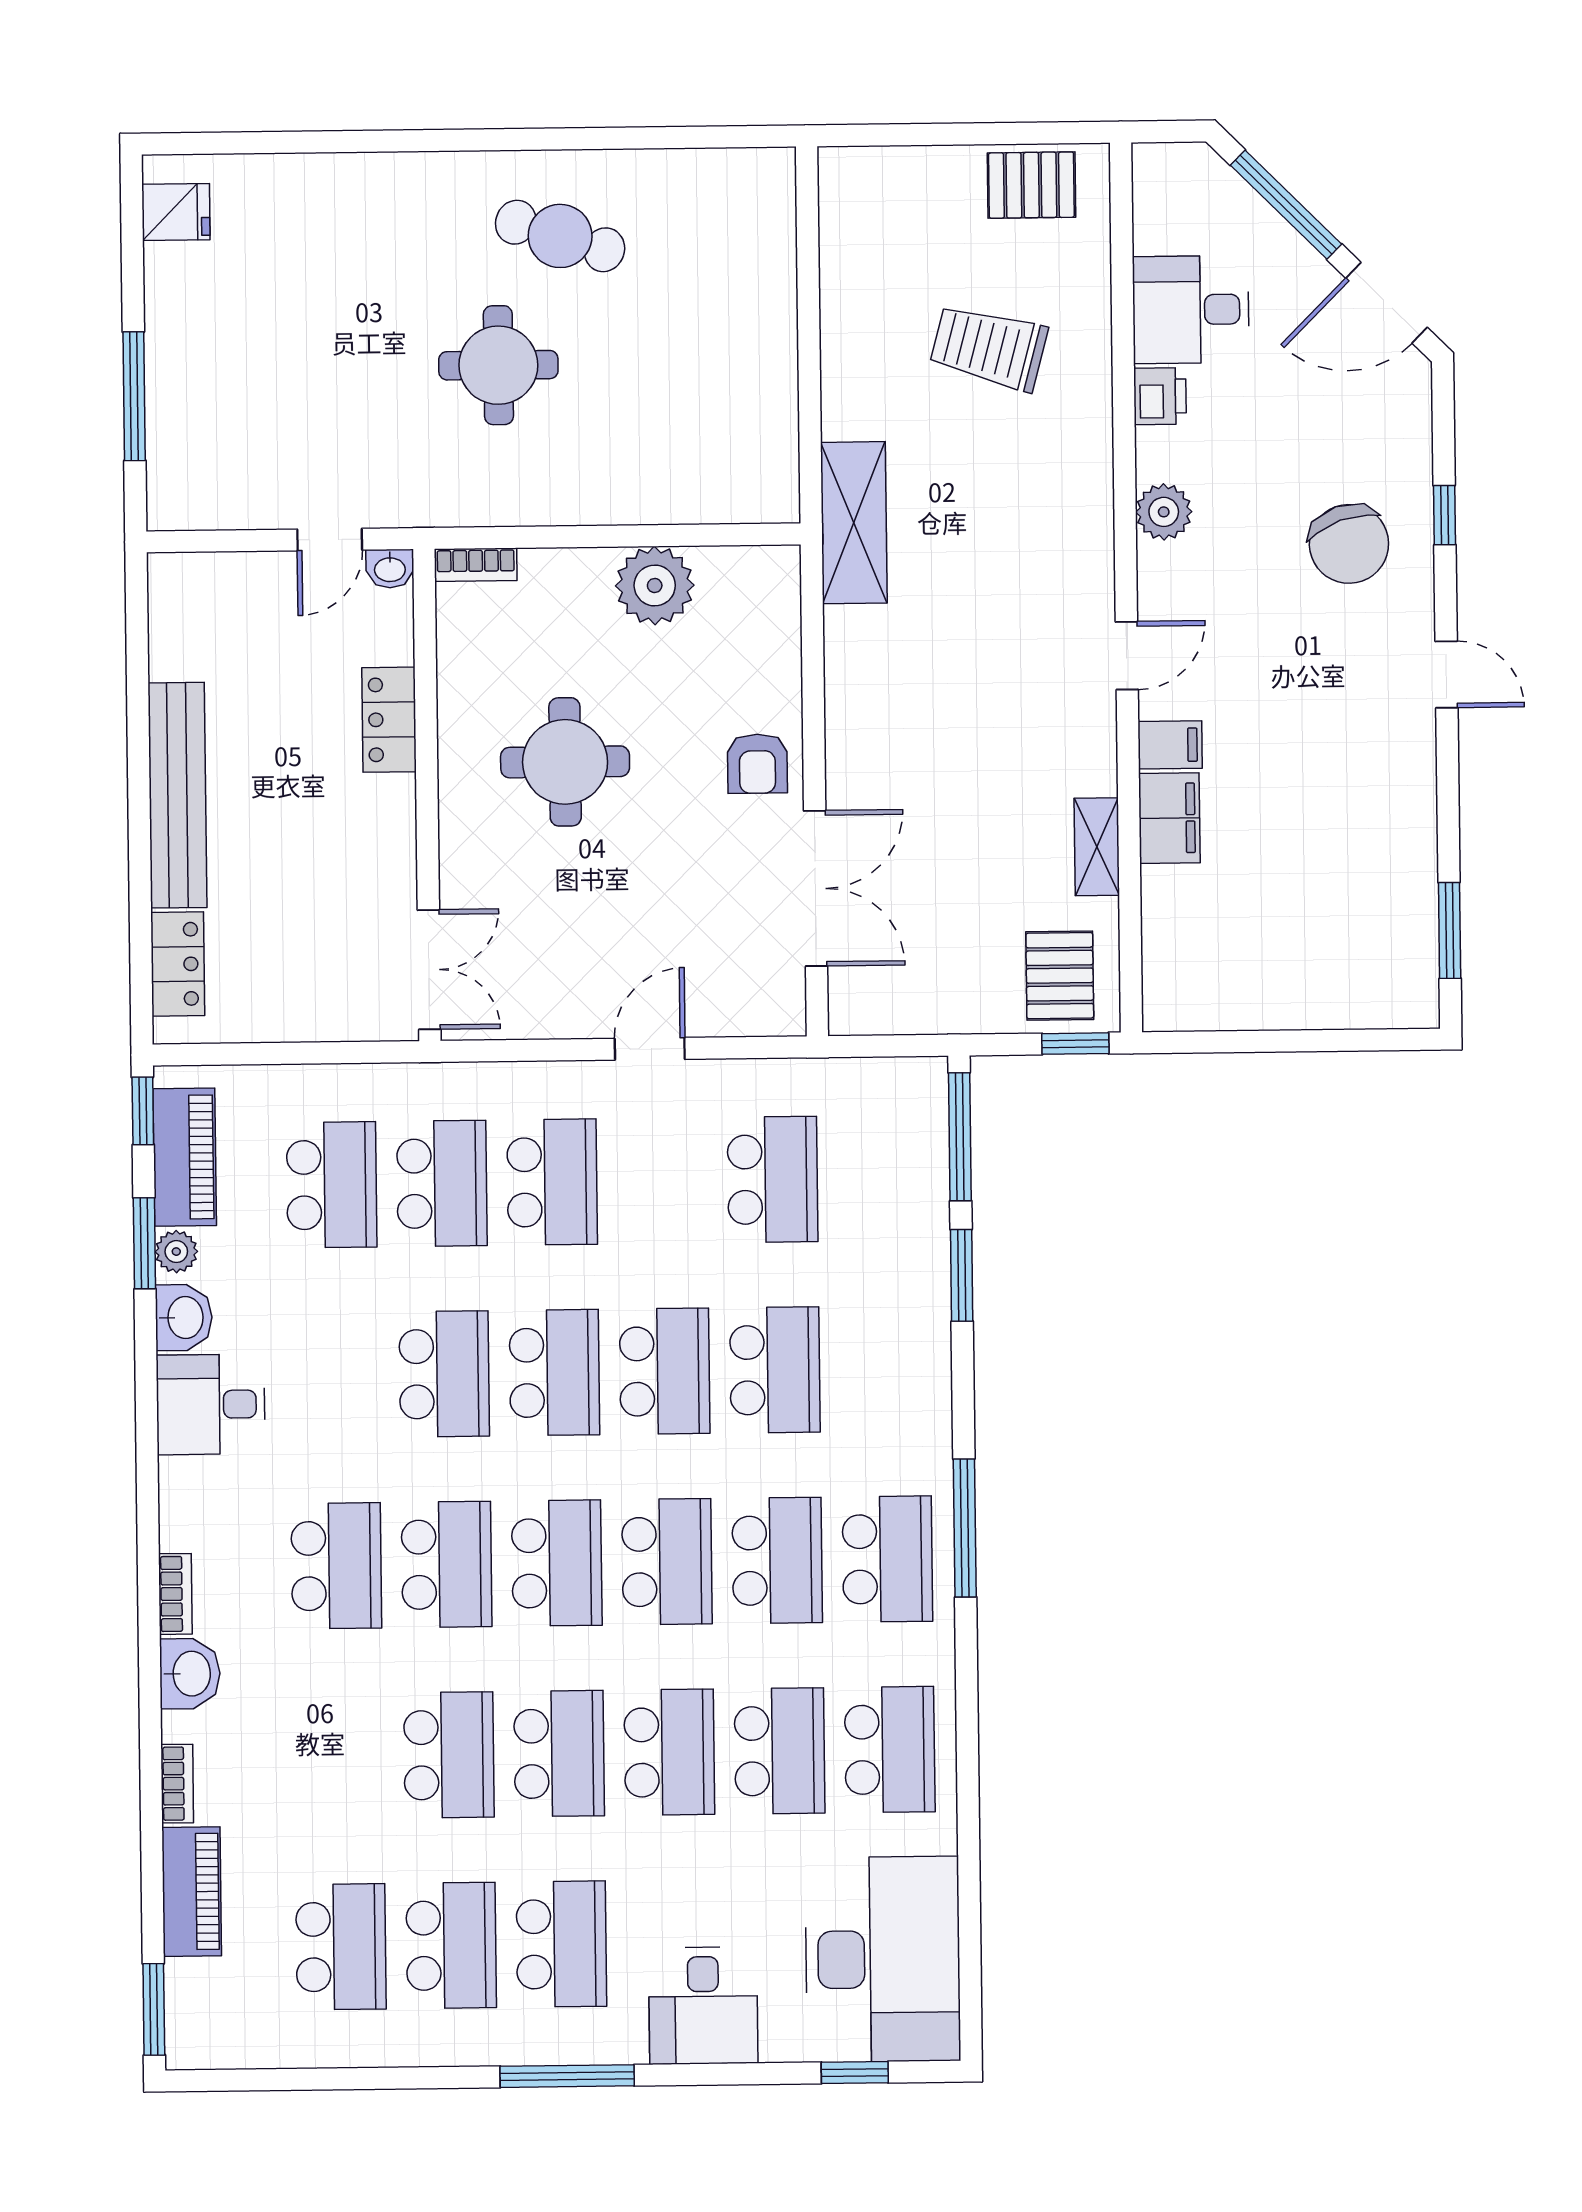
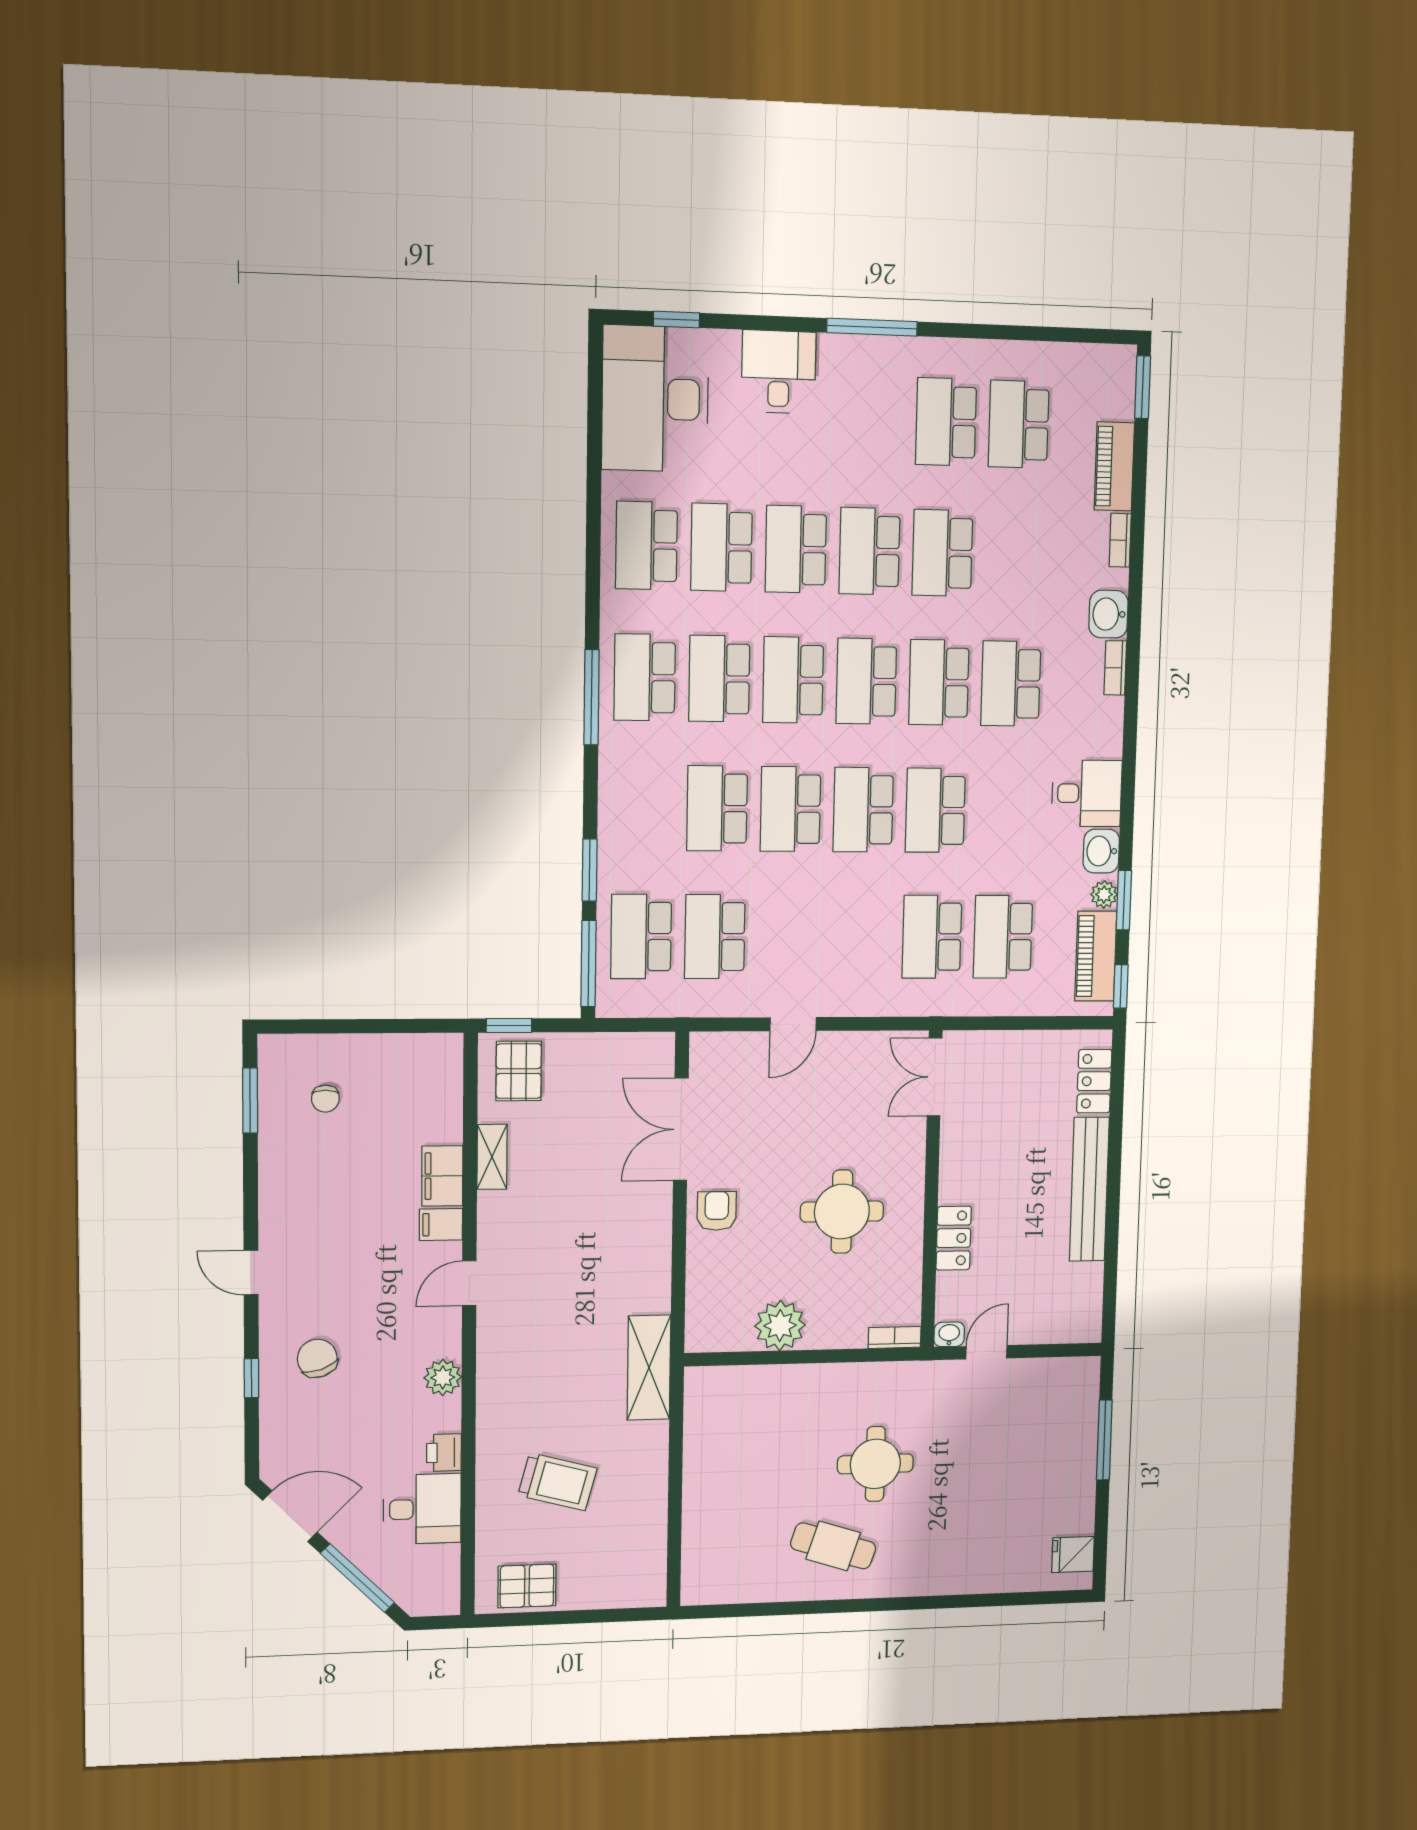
chair: (1349, 544) -> (317, 1358), width x0.73, depth x0.73
chair: (1341, 933) -> (325, 1099), added
school desk: (552, 1182) -> (641, 937), moved
school desk: (561, 1944) -> (873, 419), removed

